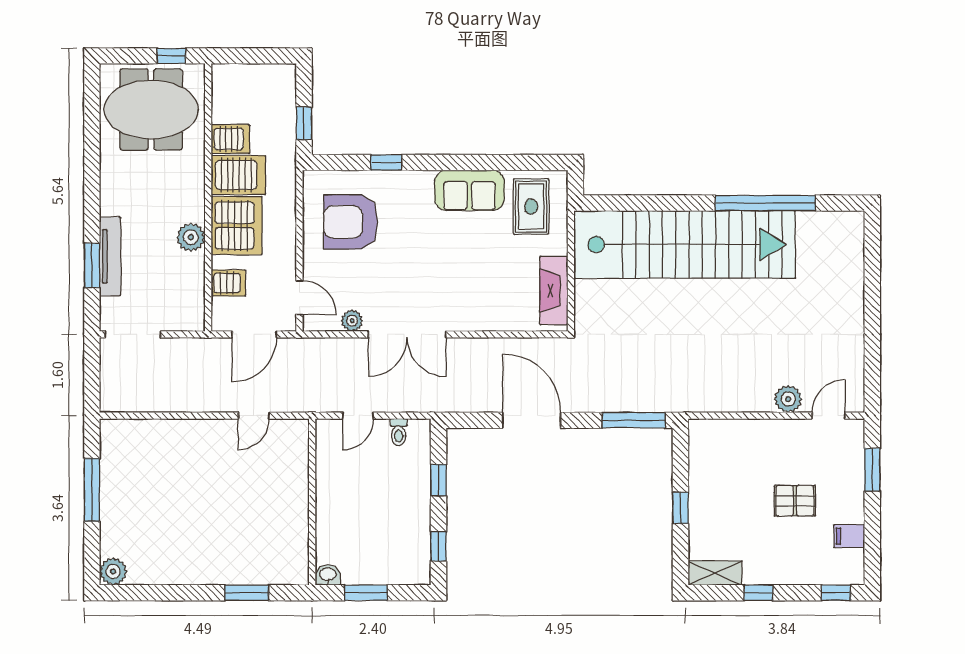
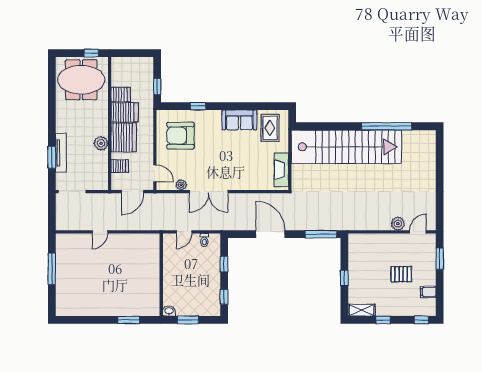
door: (254, 416) -> (100, 232), moved
plant: (113, 571) -> (62, 309), removed

